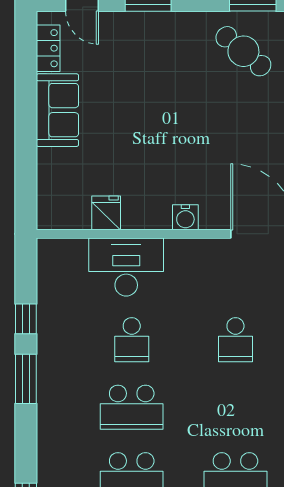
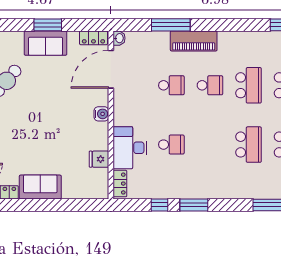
locker: (63, 250) -> (120, 184), added
school desk: (132, 407) -> (210, 85), moved, width x0.54

